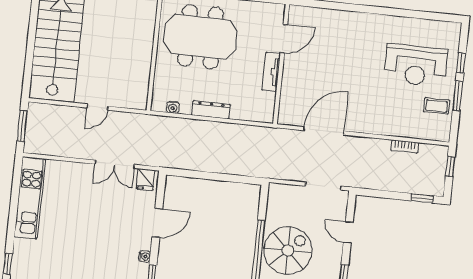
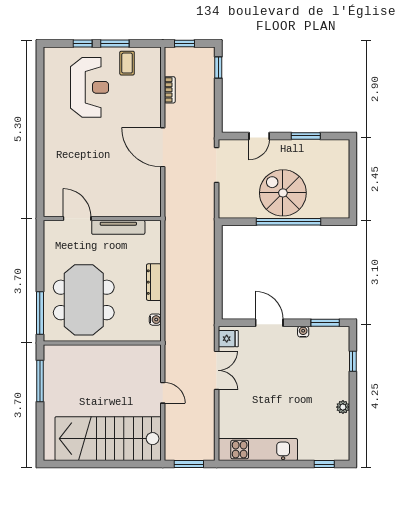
tv unit: (271, 72) -> (118, 227), width x1.41
door: (324, 131) -> (163, 147), moved

